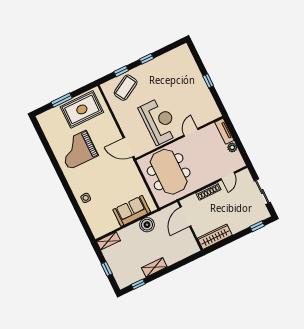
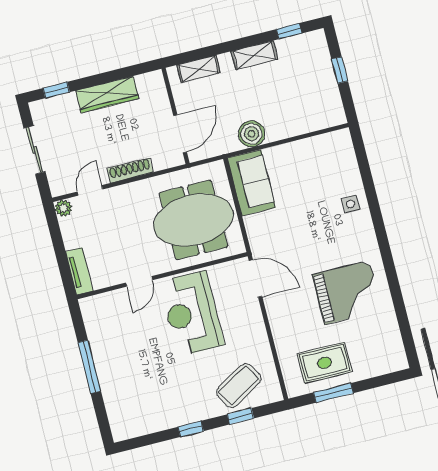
window: (208, 81) -> (89, 367), width x2.17
window: (62, 100) -> (333, 393), moved
rug: (82, 109) -> (325, 363), width x0.73, depth x0.70
plant: (232, 147) -> (63, 208), moved
meeting table: (169, 172) -> (193, 220), turned 90
sofa: (132, 211) -> (251, 183), moved, turned -90
wardrobe: (215, 237) -> (107, 94), moved
shelving: (108, 241) -> (199, 69), moved

